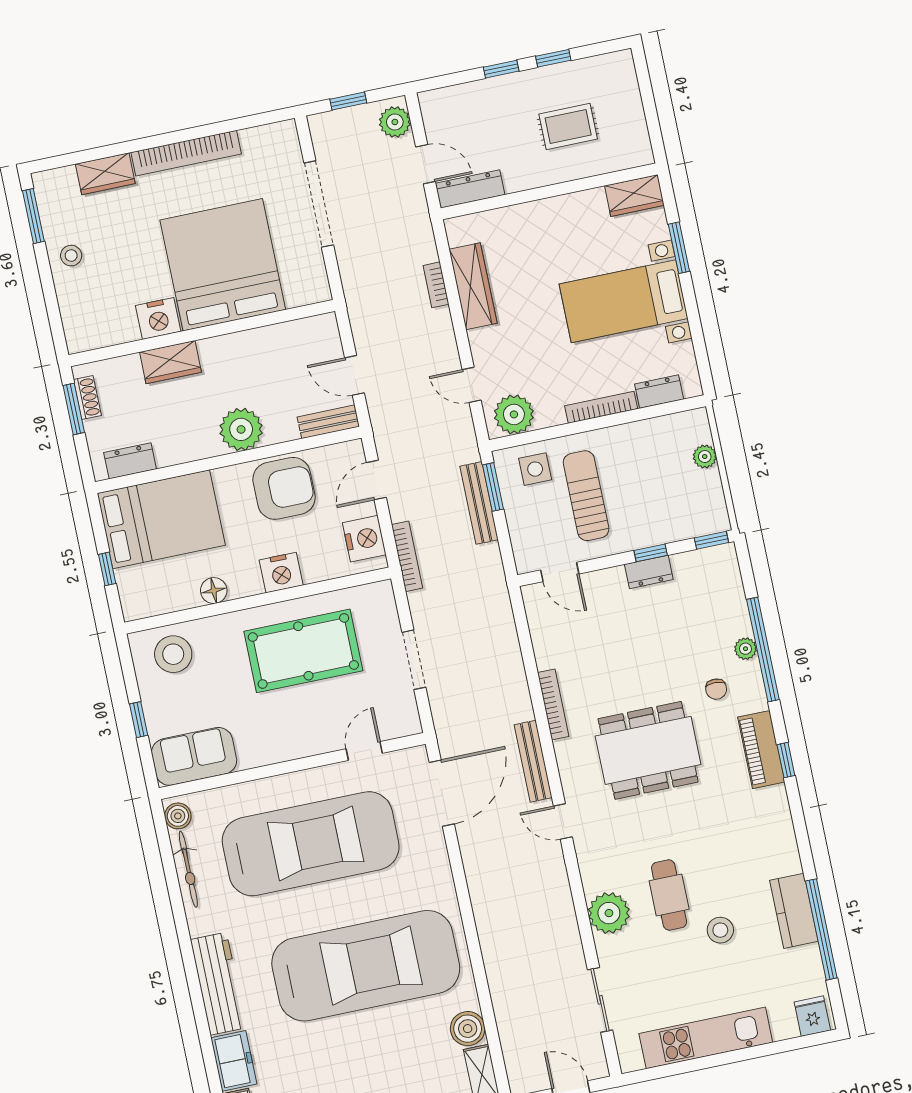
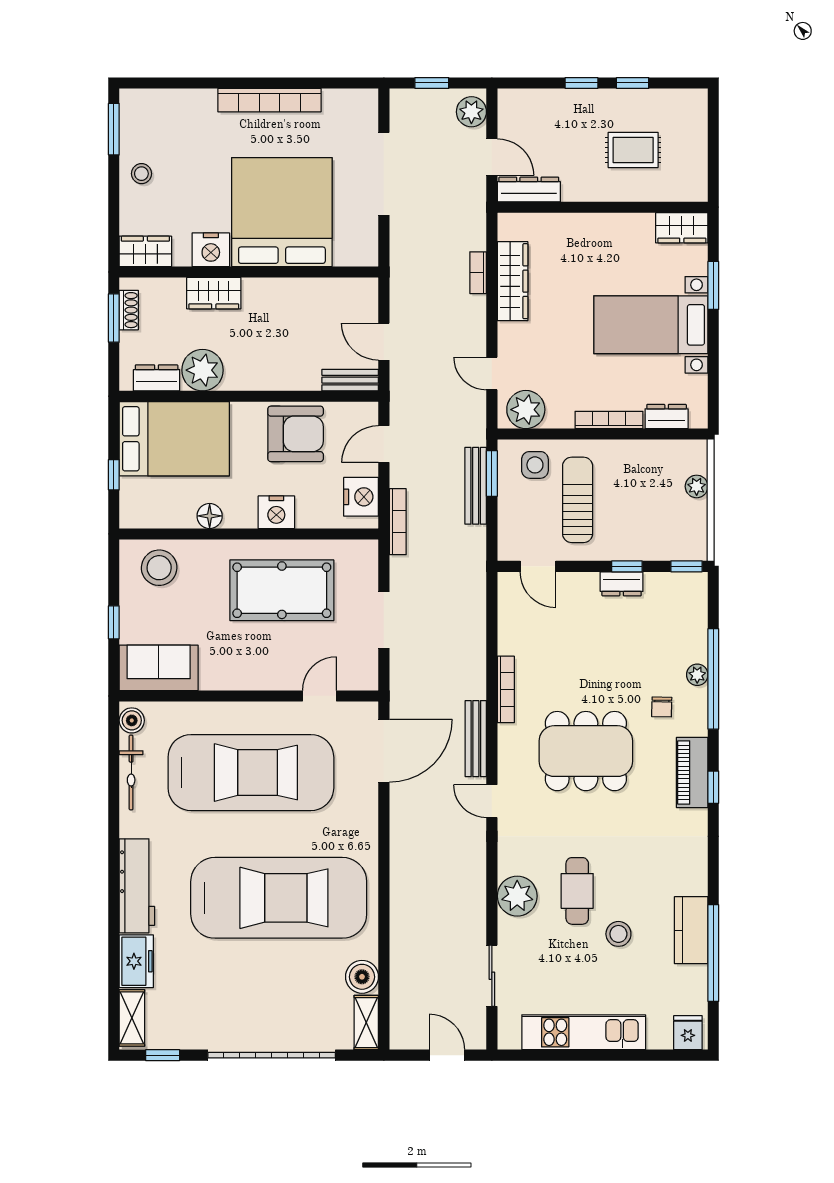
wardrobe: (105, 174) -> (145, 251), moved, turned 180
plant: (241, 429) -> (203, 370), moved

